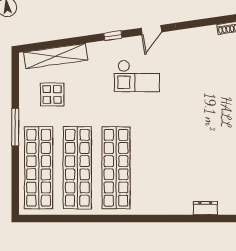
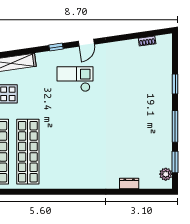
checkout: (137, 76) -> (75, 79), turned 180
shop shelf: (116, 168) -> (59, 152), removed

